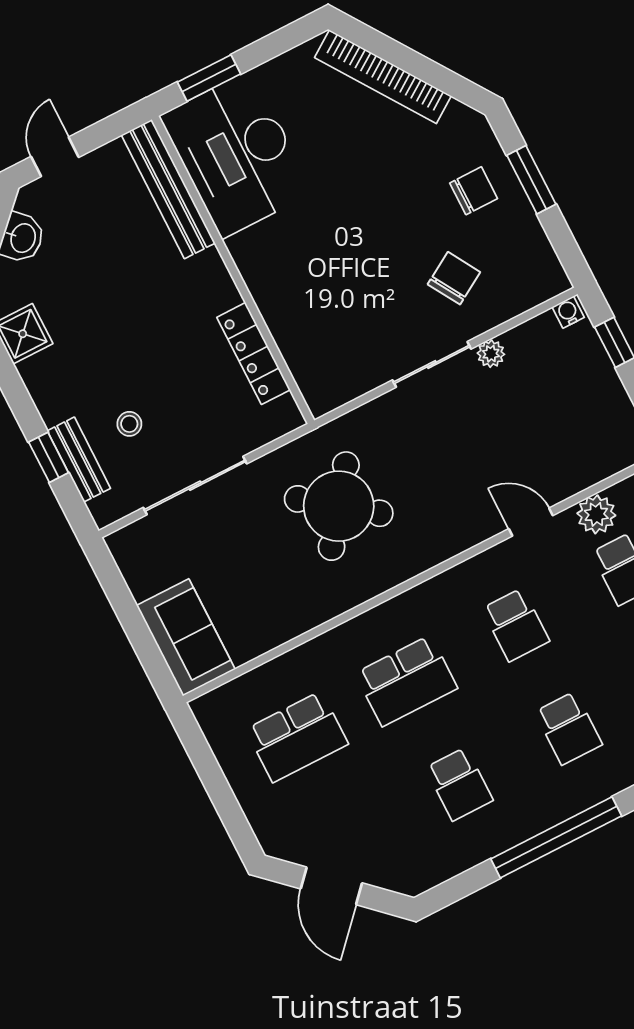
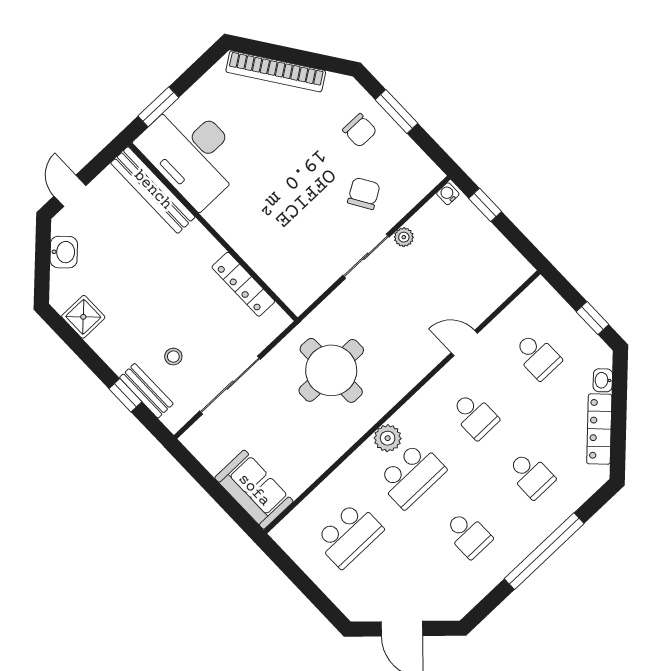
chair: (474, 191) -> (360, 130), turned 90
round table: (339, 506) -> (331, 370), turned -37
plant: (596, 514) -> (388, 438), moved

